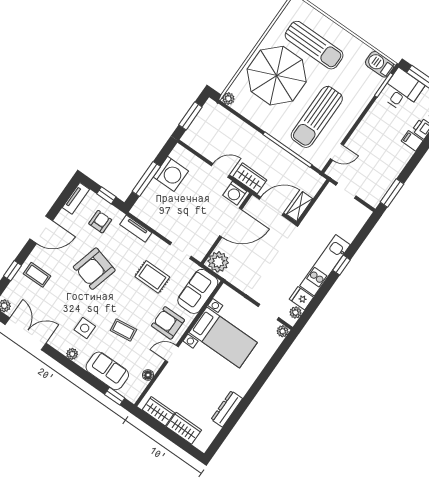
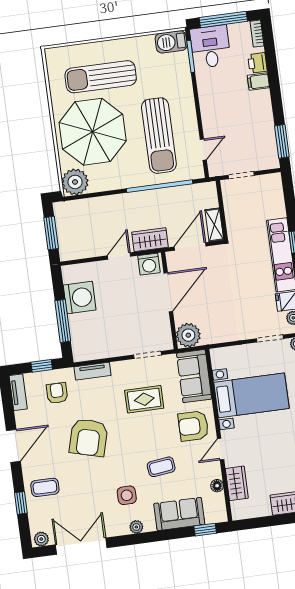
sun lounger: (314, 45) -> (101, 77), turned 180
plant: (228, 99) -> (75, 182), width x1.87, depth x1.87
wardrobe: (158, 411) -> (237, 483), moved, turned 90

